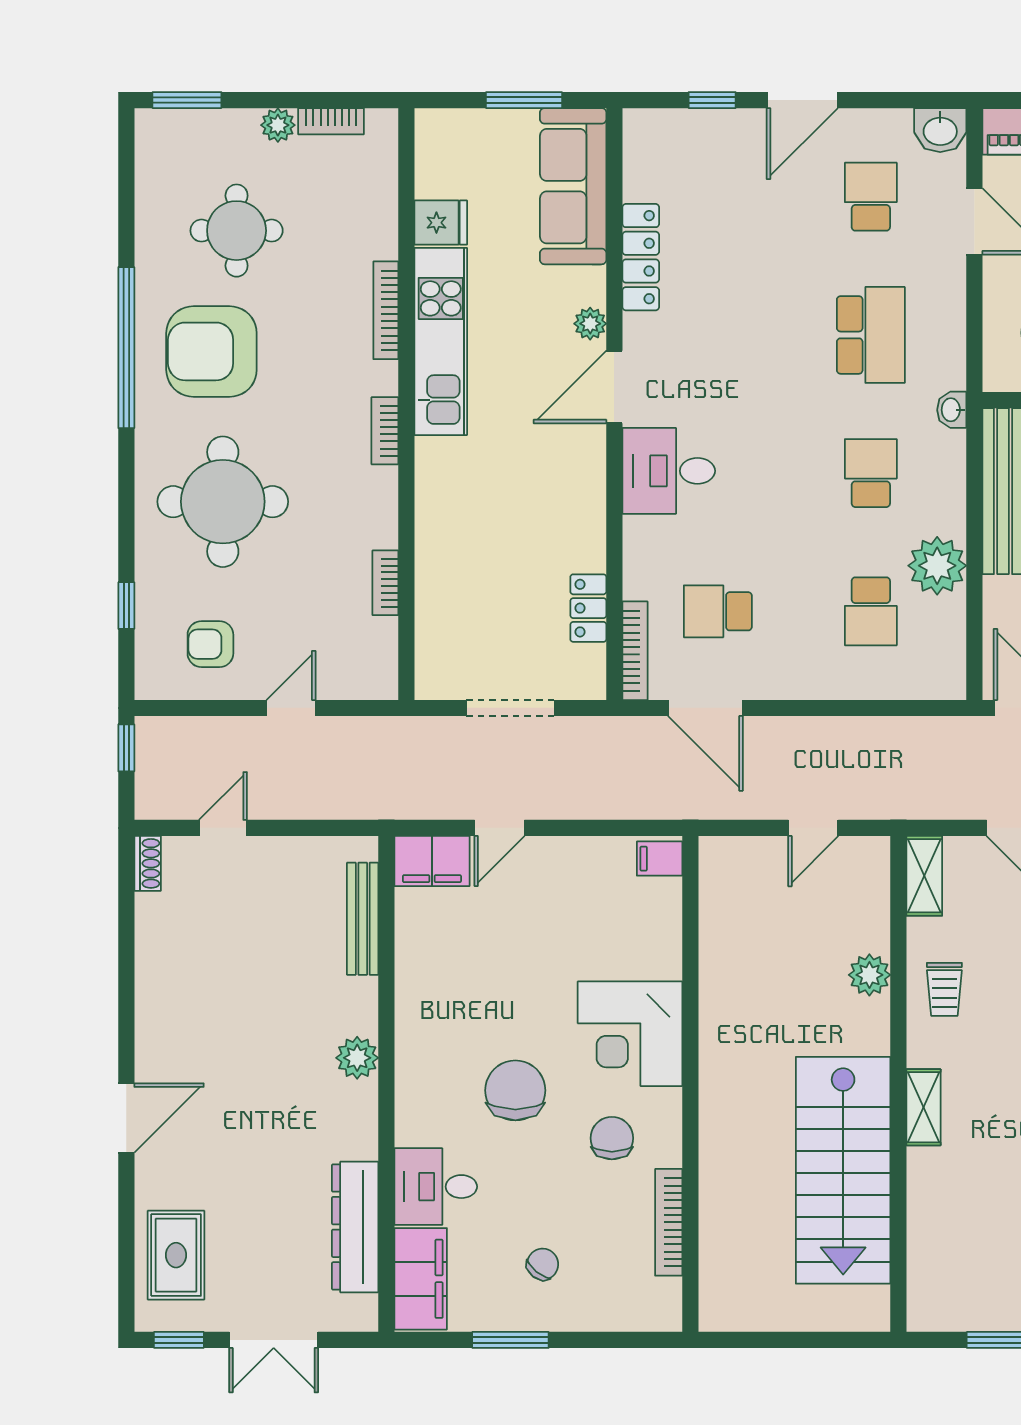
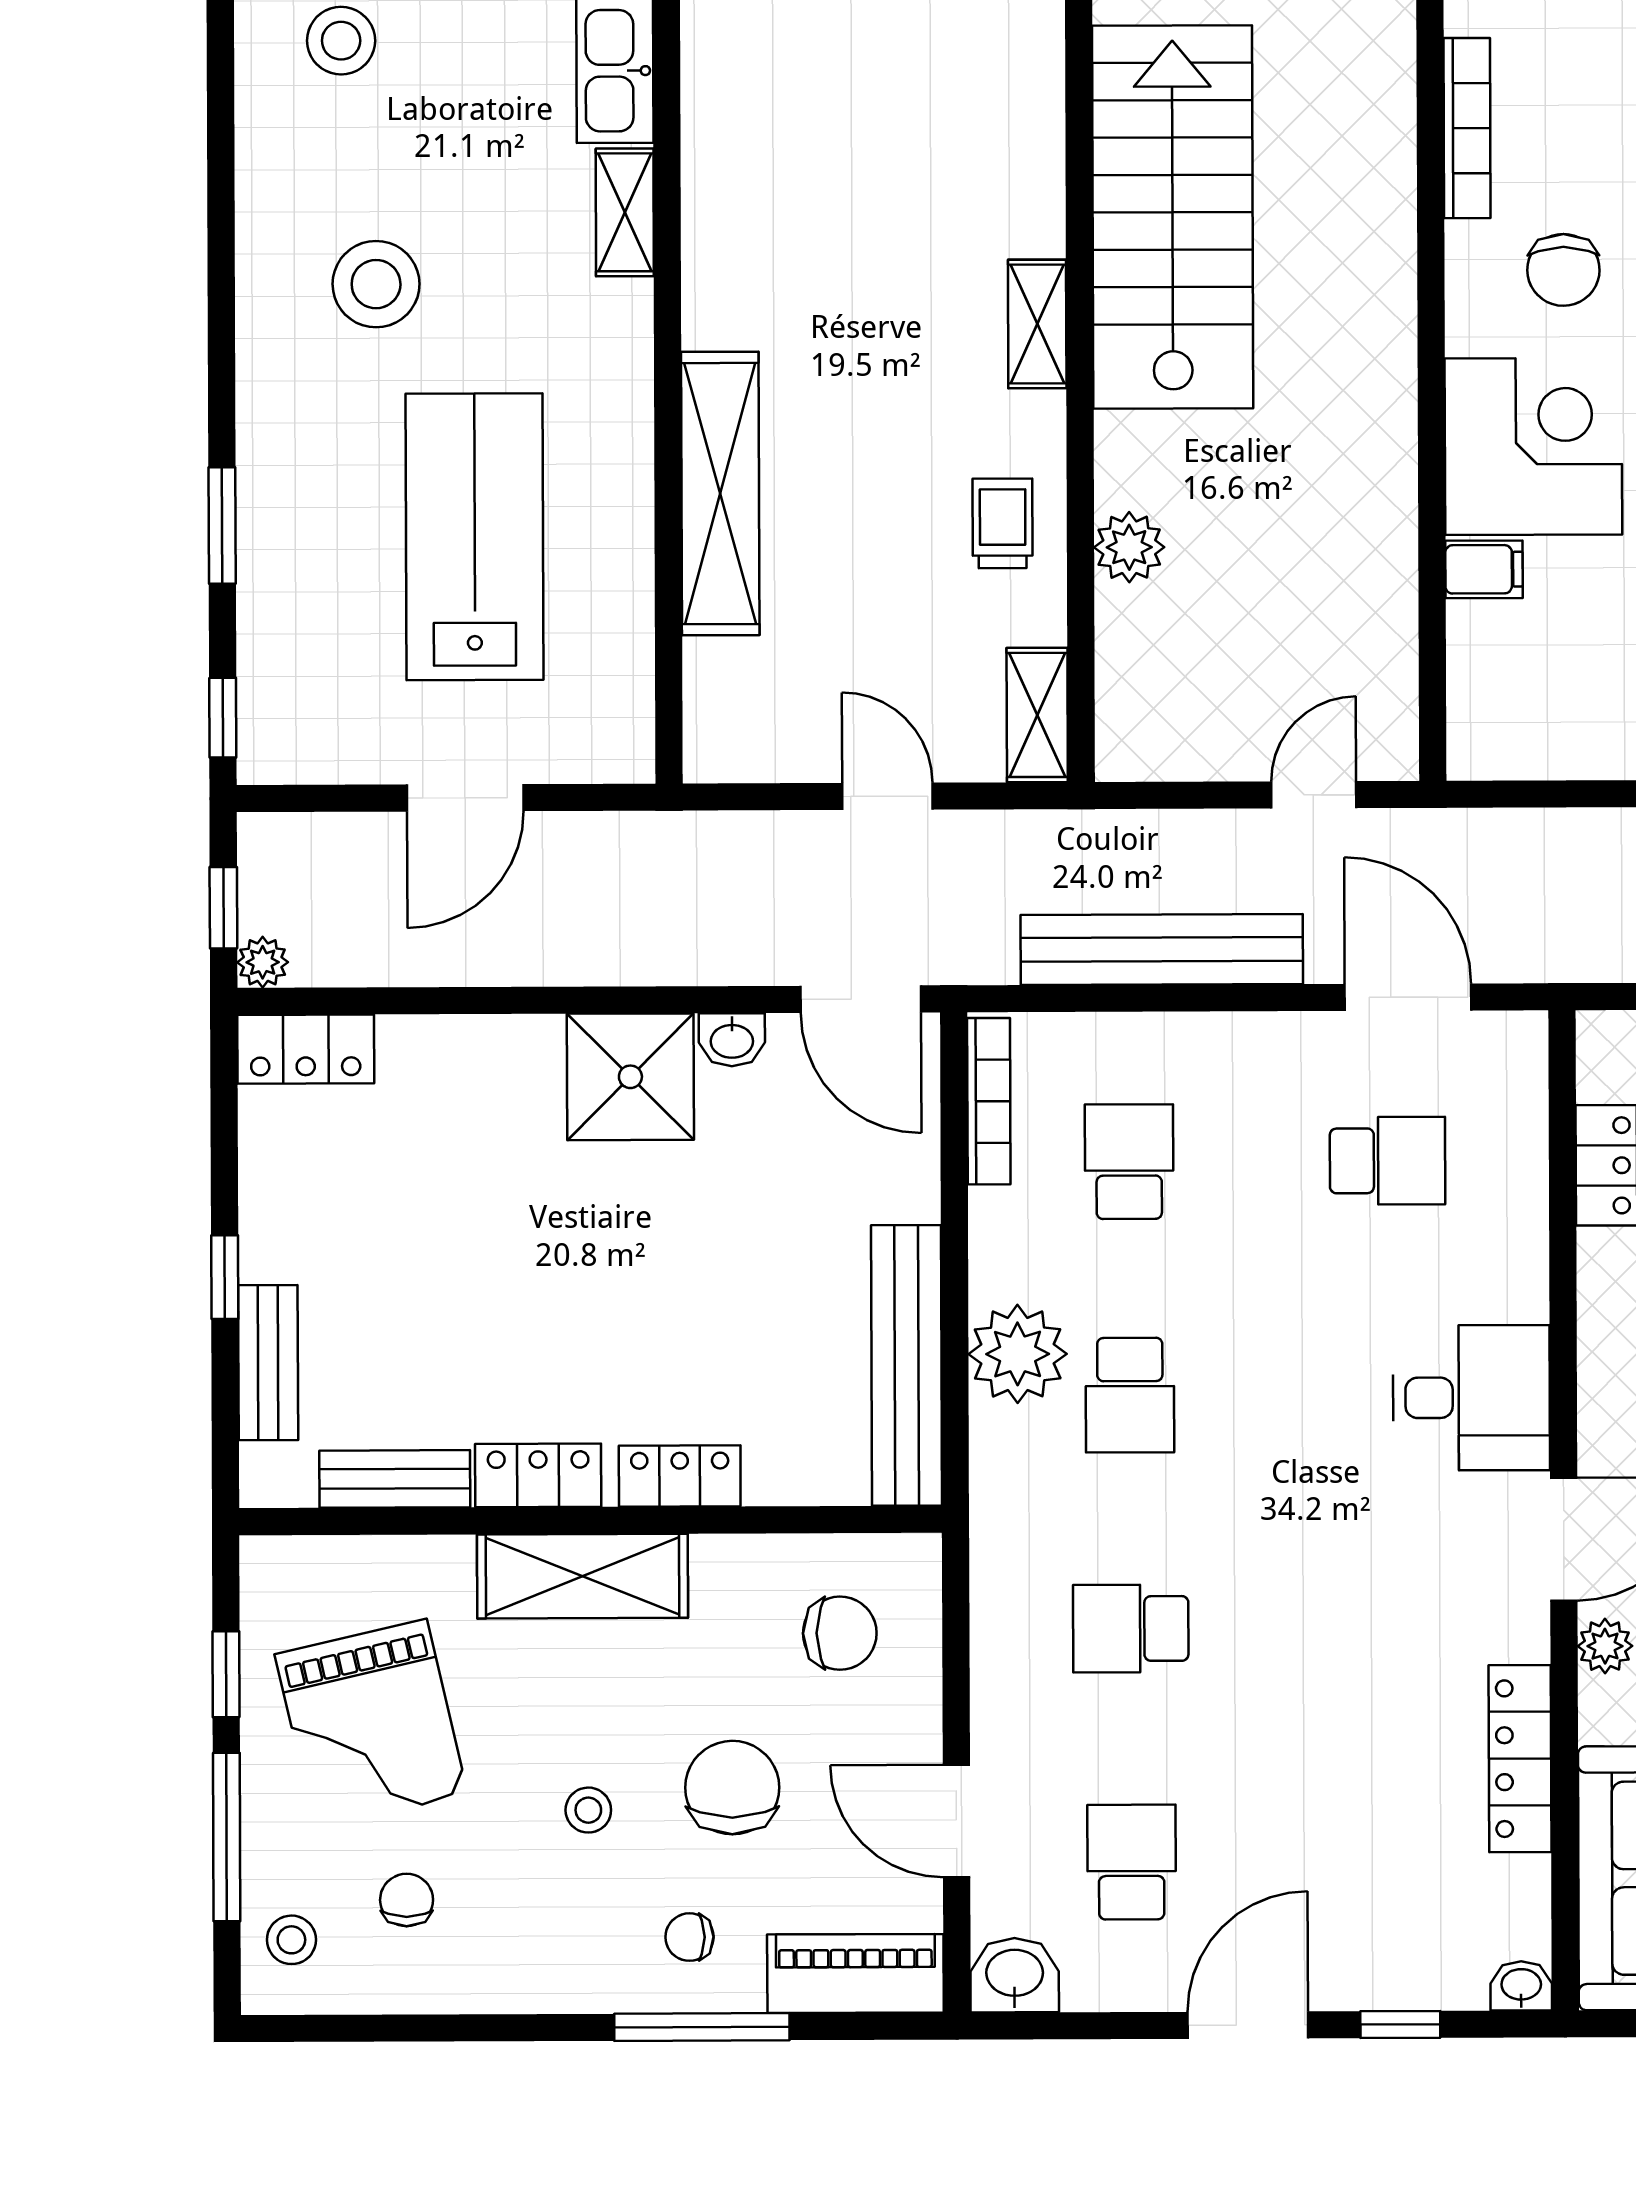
school desk: (871, 197) -> (1132, 1862), turned 180
school desk: (871, 335) -> (1131, 1629), width x0.54
washbasin: (952, 410) -> (1521, 1986), moved, turned -90
plant: (937, 566) -> (1018, 1354), moved
bookcase: (635, 651) -> (989, 1101), moved, turned 180
bench: (851, 737) -> (1162, 950), added
door: (813, 828) -> (1314, 795), moved
filing cabinet: (660, 859) -> (1484, 569), moved

